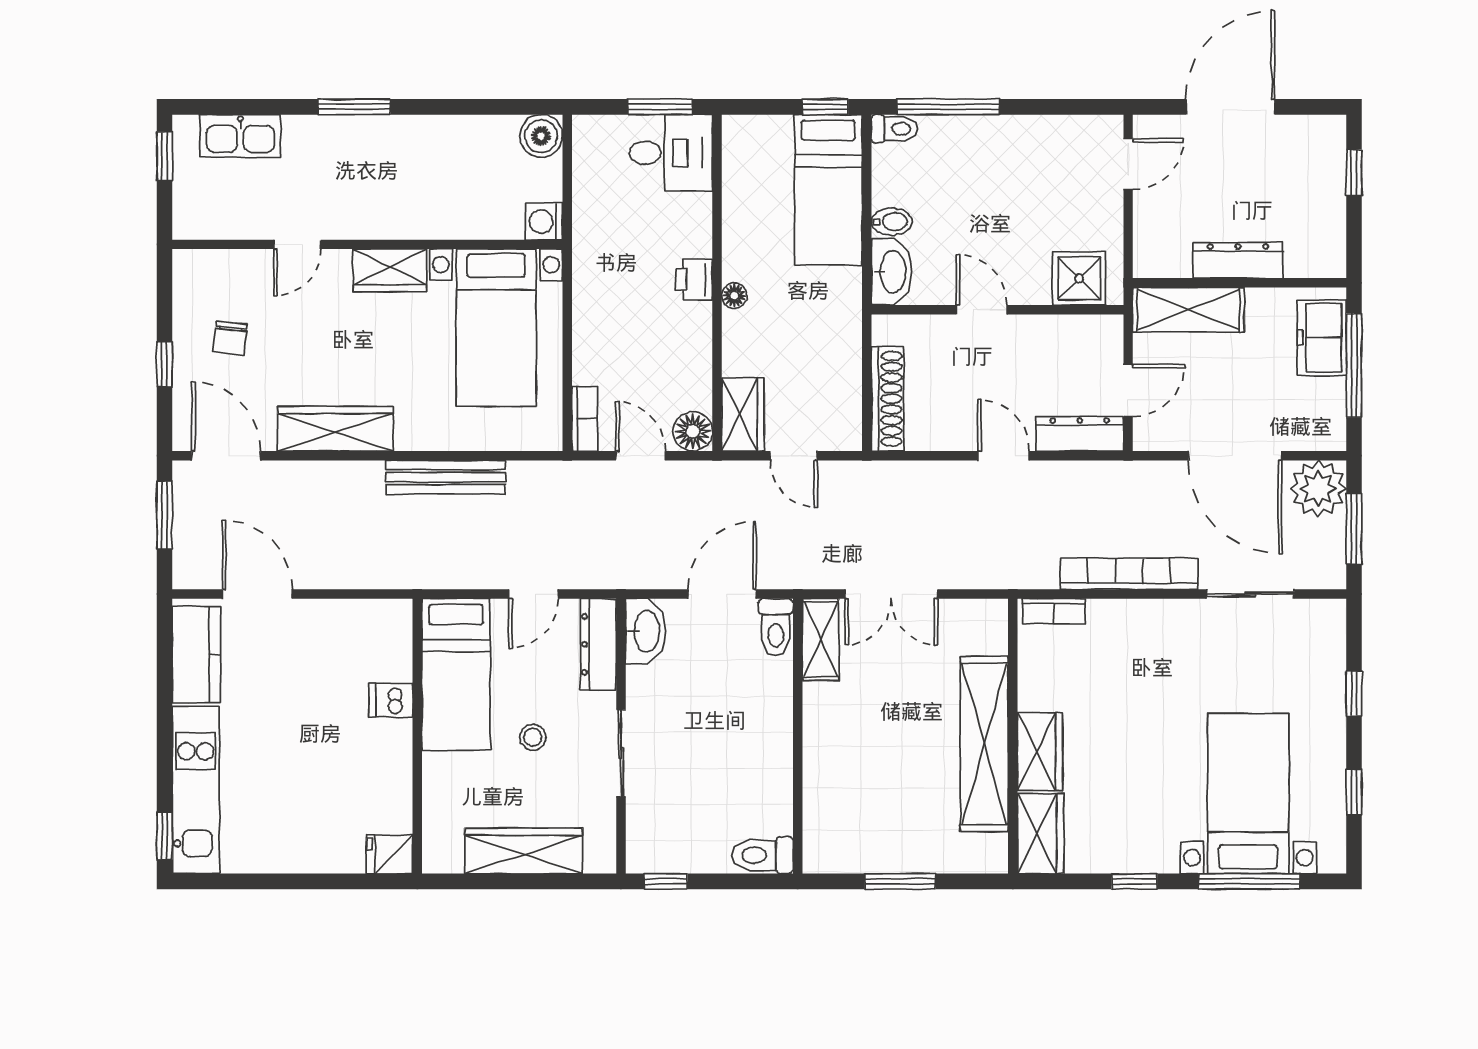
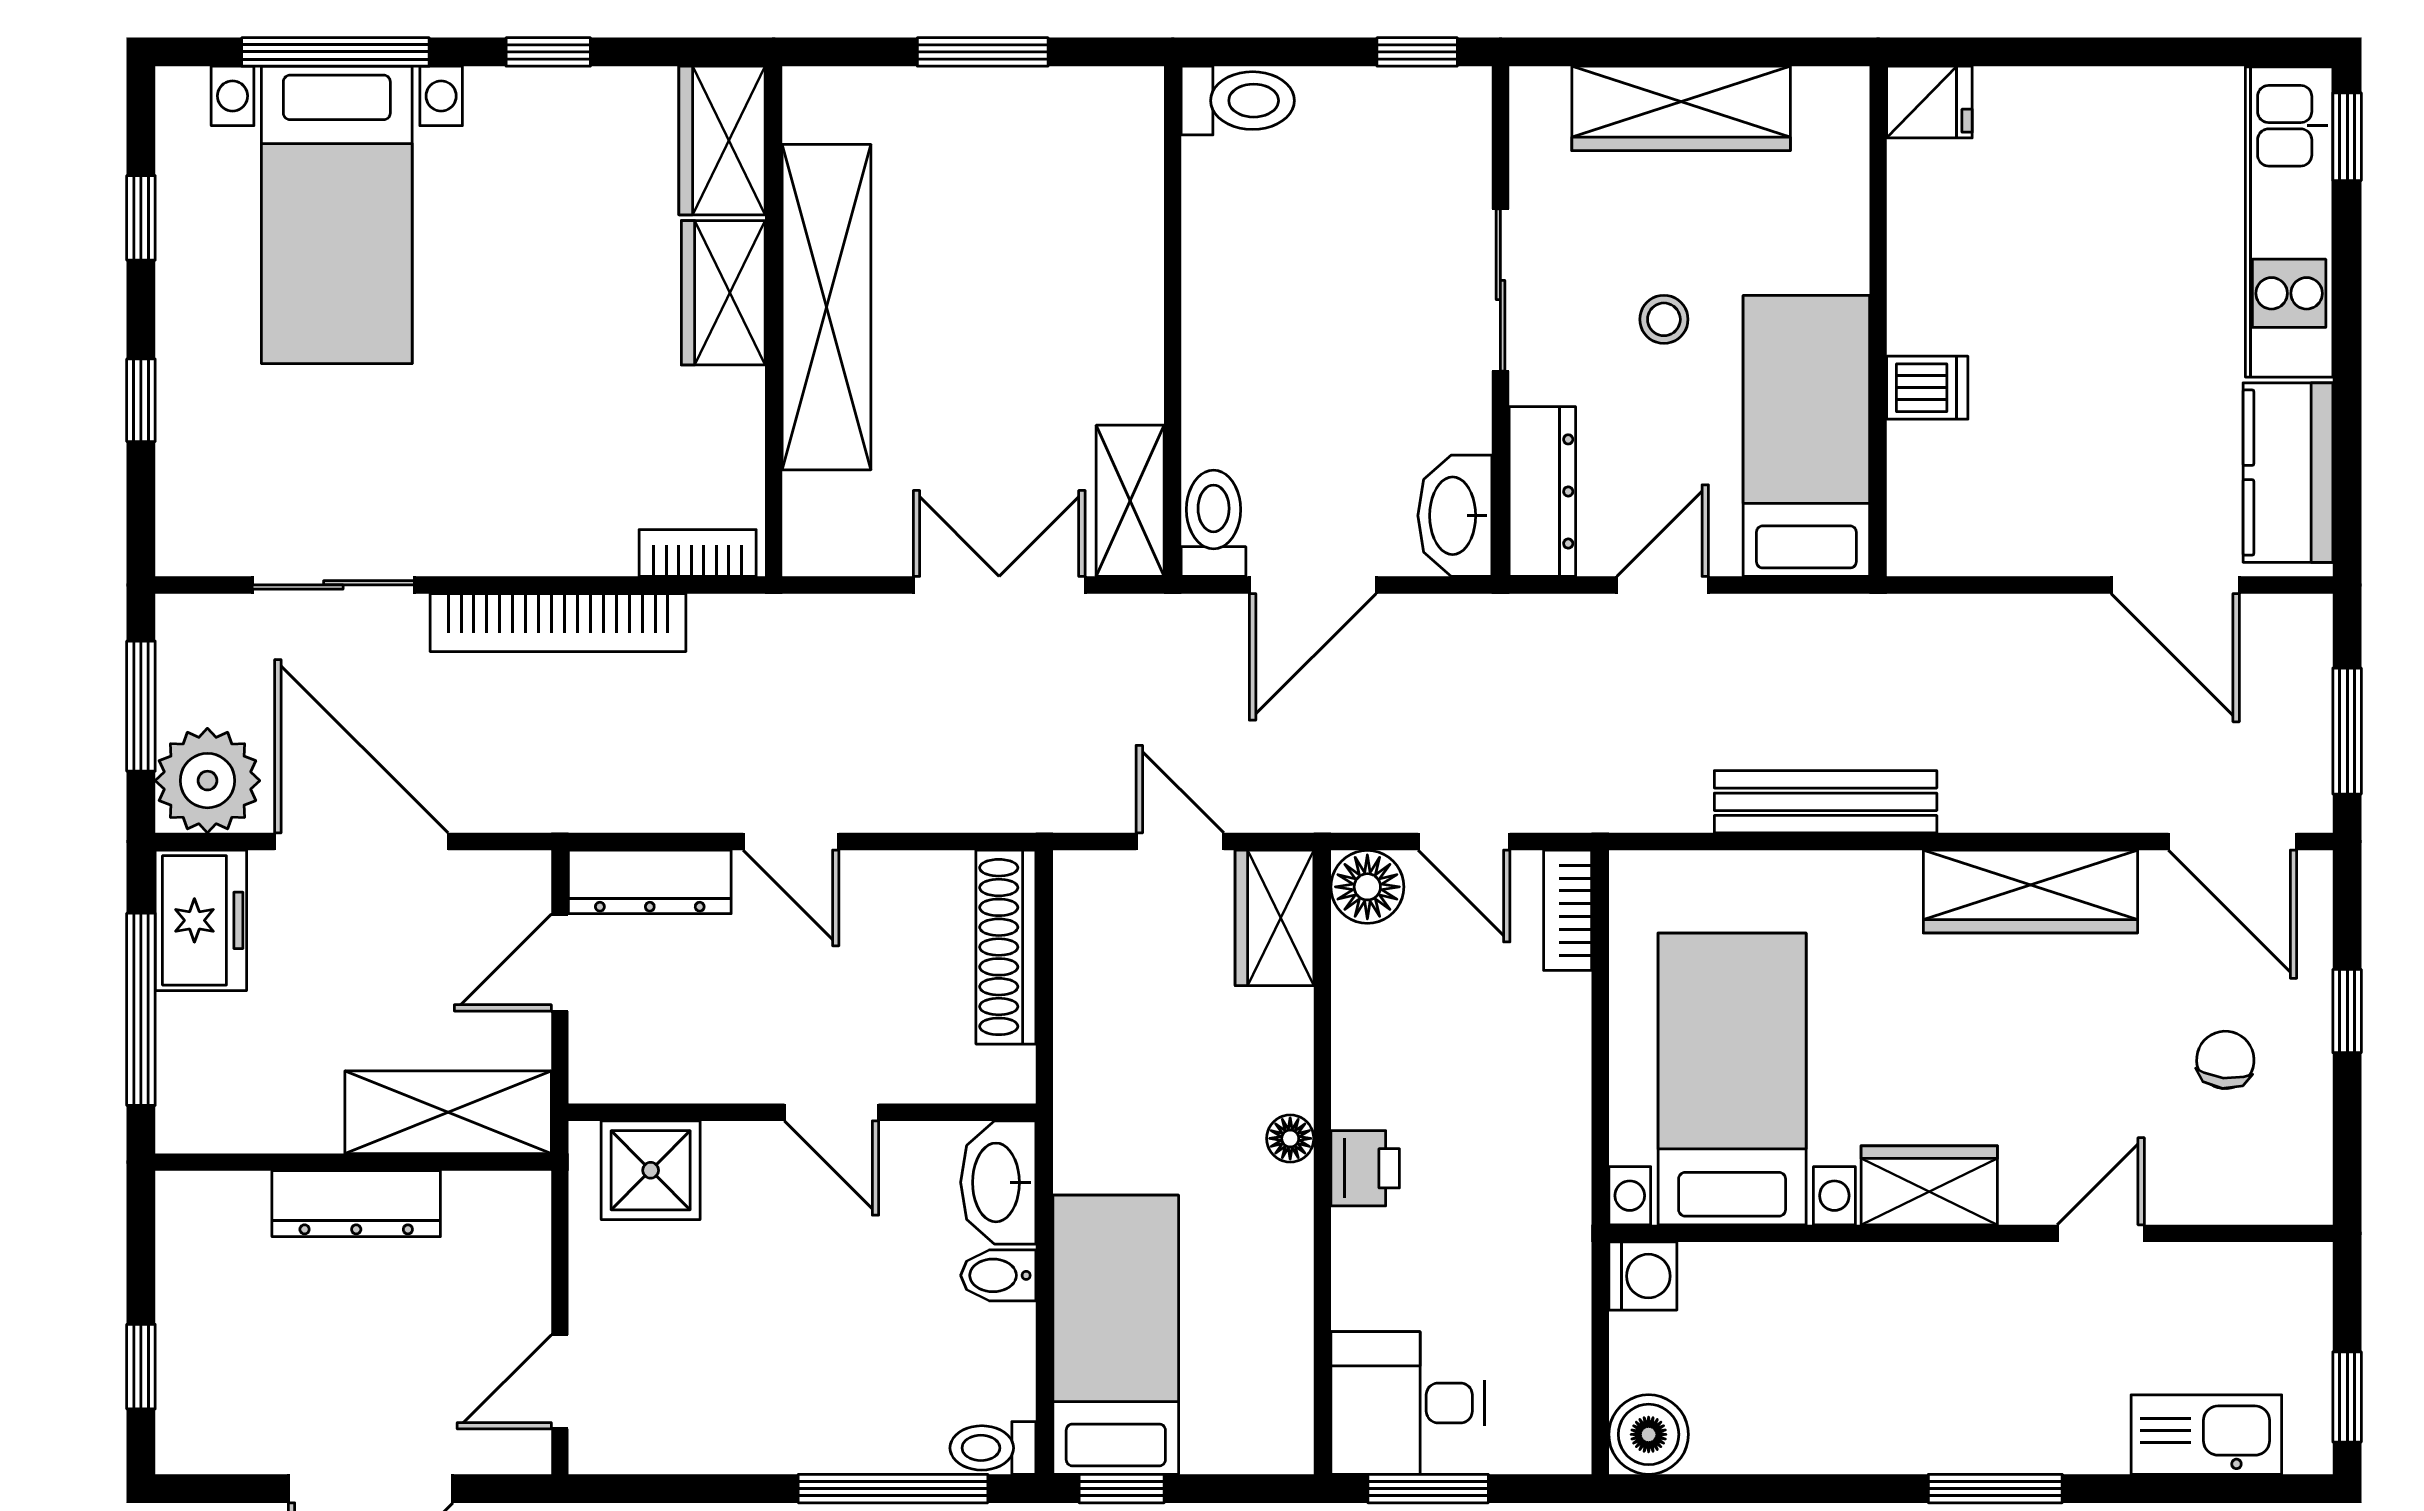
freezer: (1322, 338) -> (201, 920), moved

